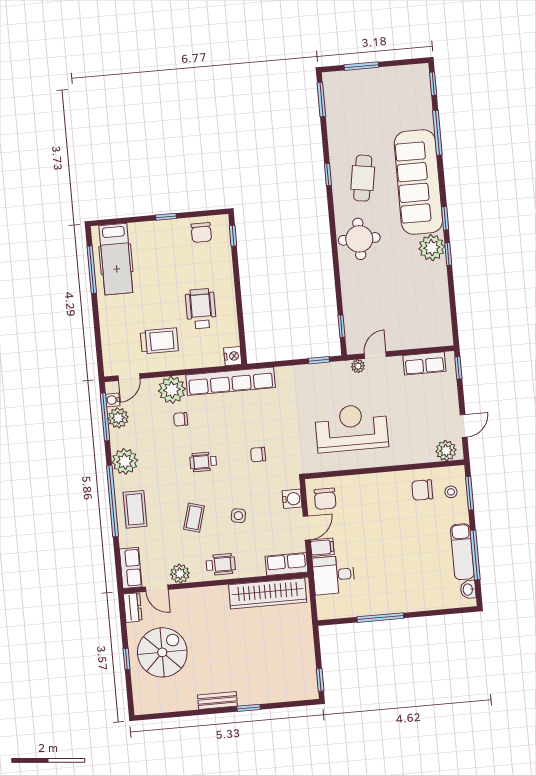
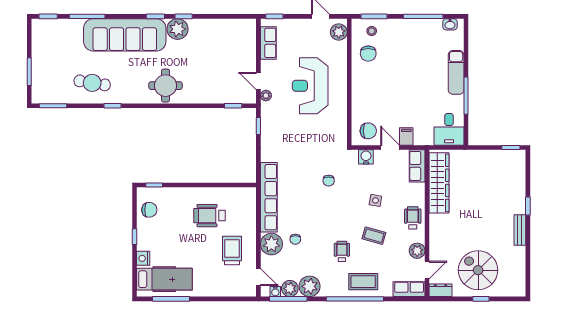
cafe table: (363, 178) -> (92, 83), moved
nightstand: (233, 356) -> (143, 258), moved, turned -90
reception desk: (352, 428) -> (310, 86), moved
plant: (125, 461) -> (310, 286), moved
wheelchair: (203, 462) -> (342, 251), moved, turned 180
exam couch: (462, 552) -> (456, 72), moved, turned 90
desk: (334, 575) -> (449, 129), moved

